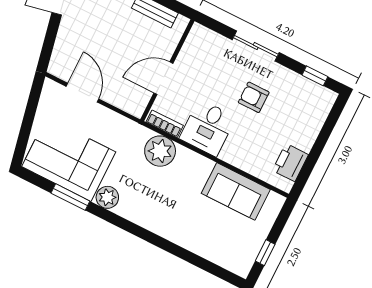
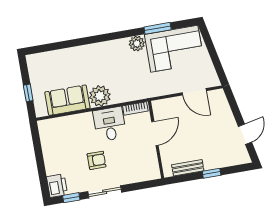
sliding door: (256, 46) -> (105, 192), moved
plant: (160, 151) -> (100, 96), moved
printer: (290, 163) -> (57, 186), moved
window: (265, 253) -> (28, 93), moved

